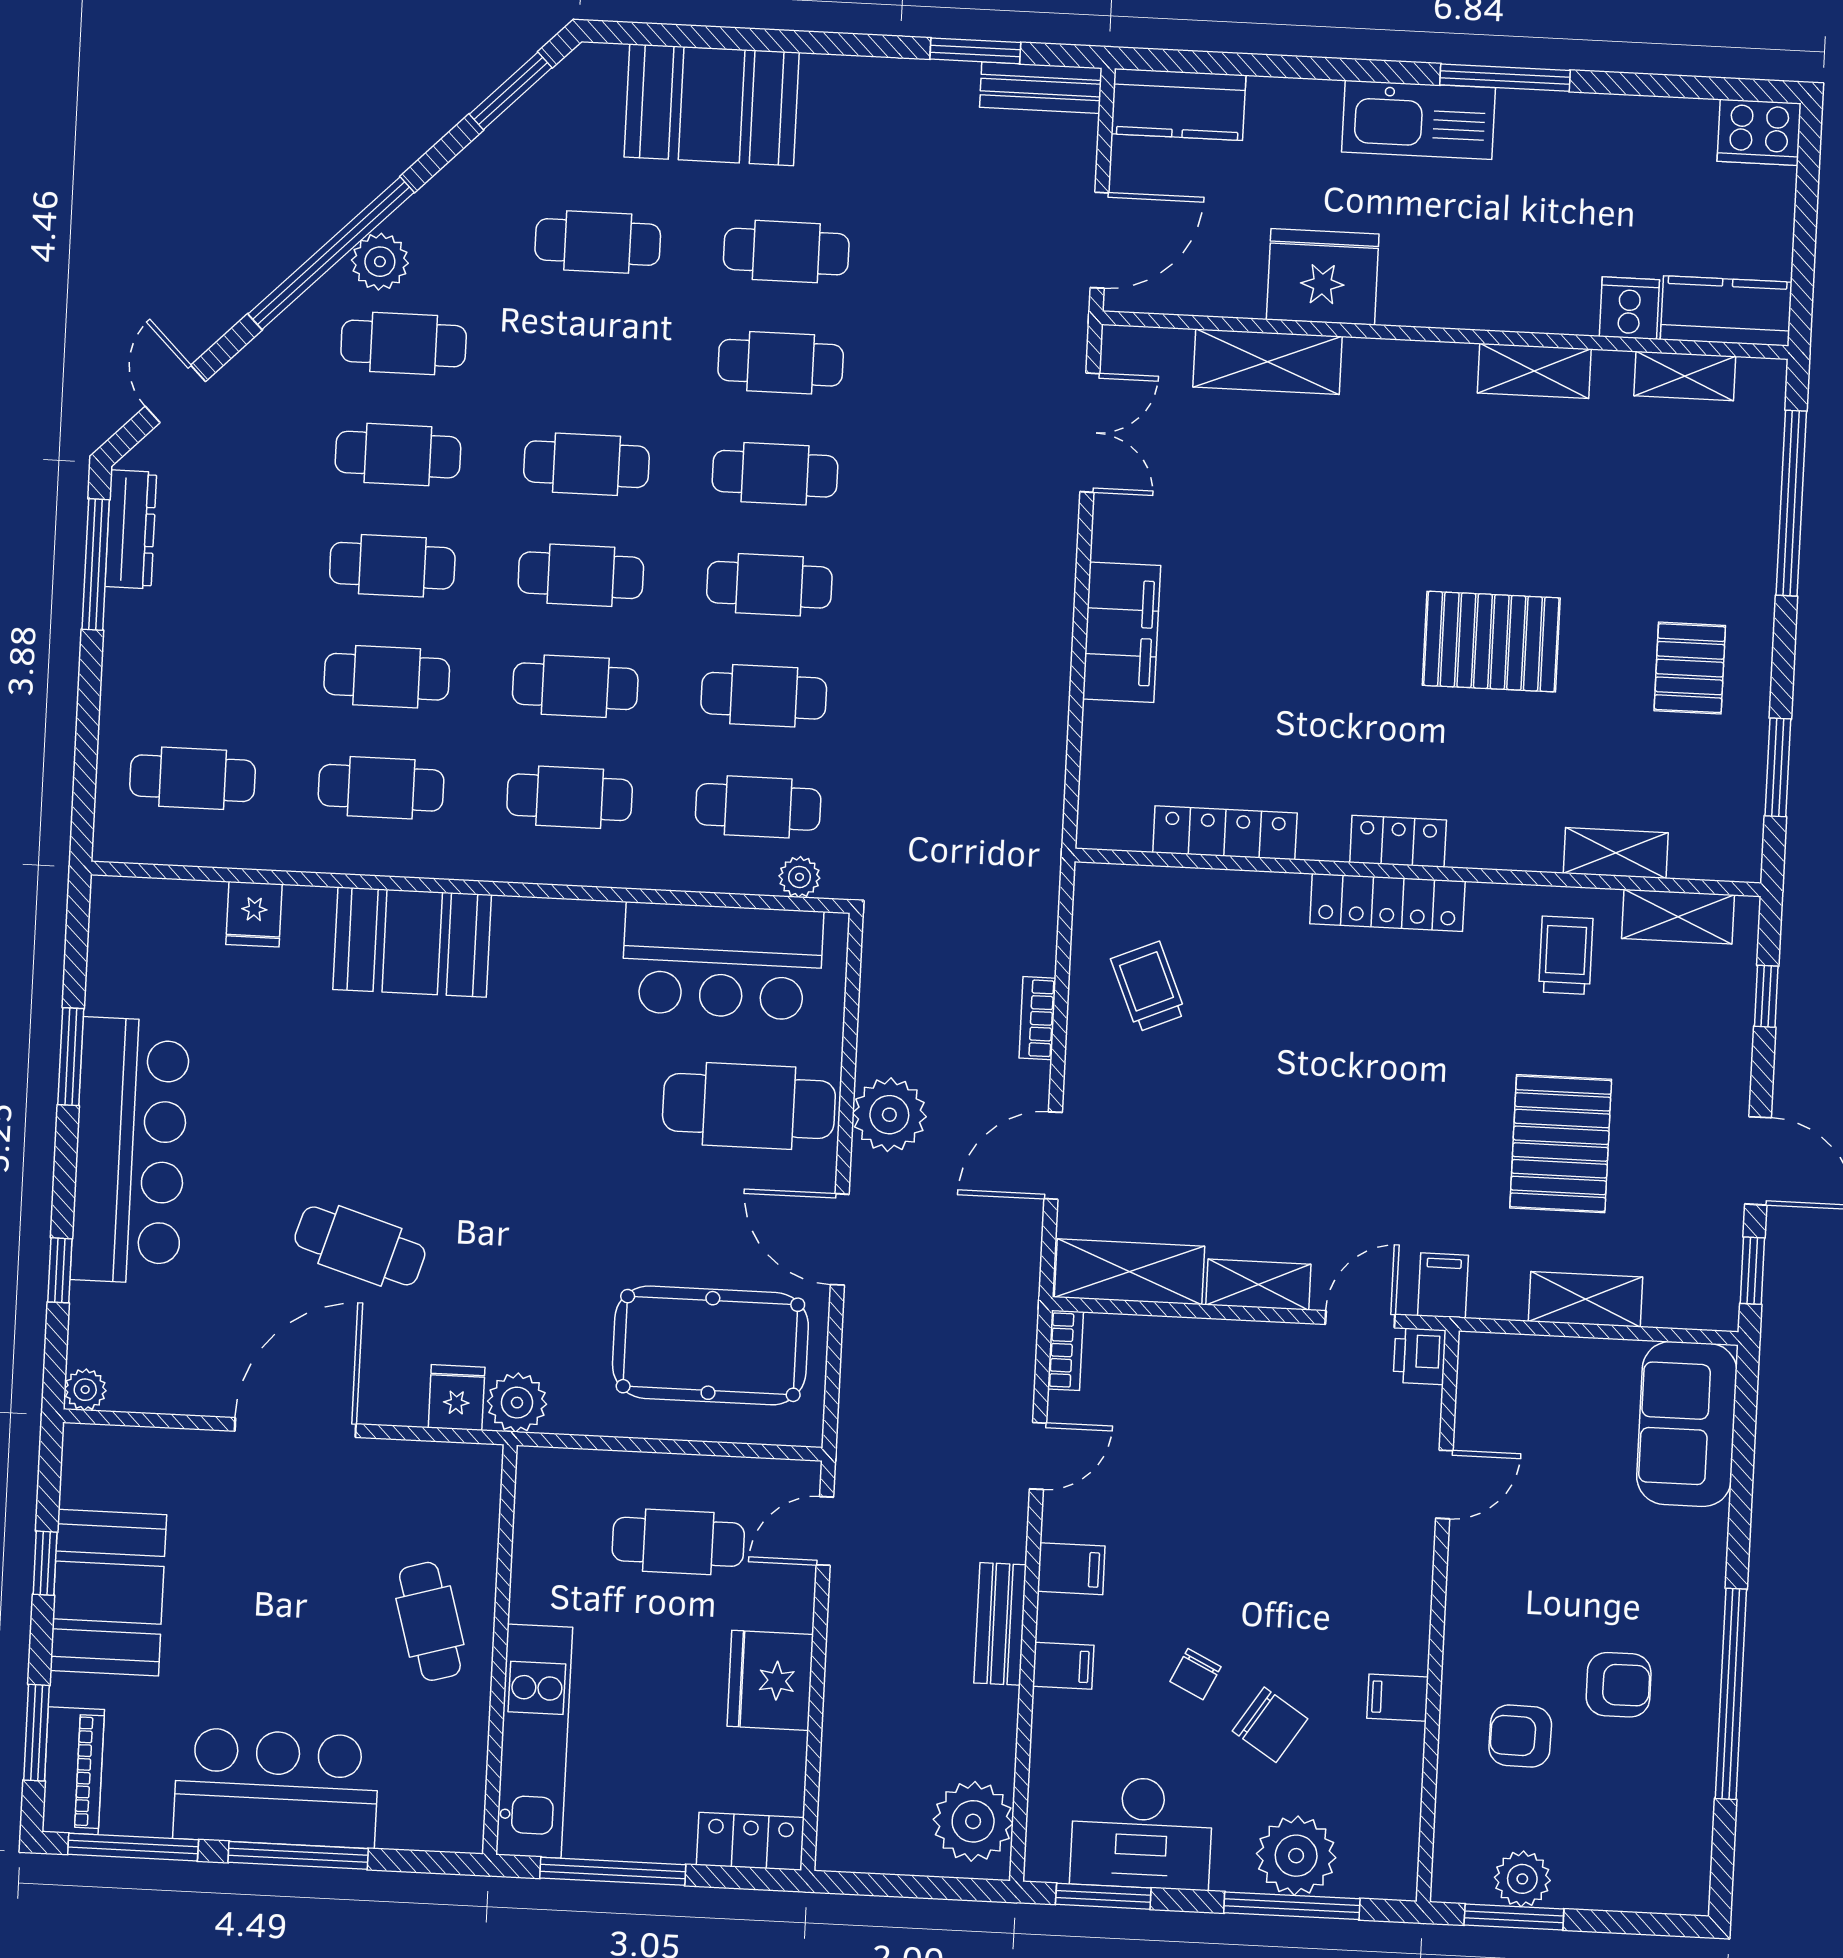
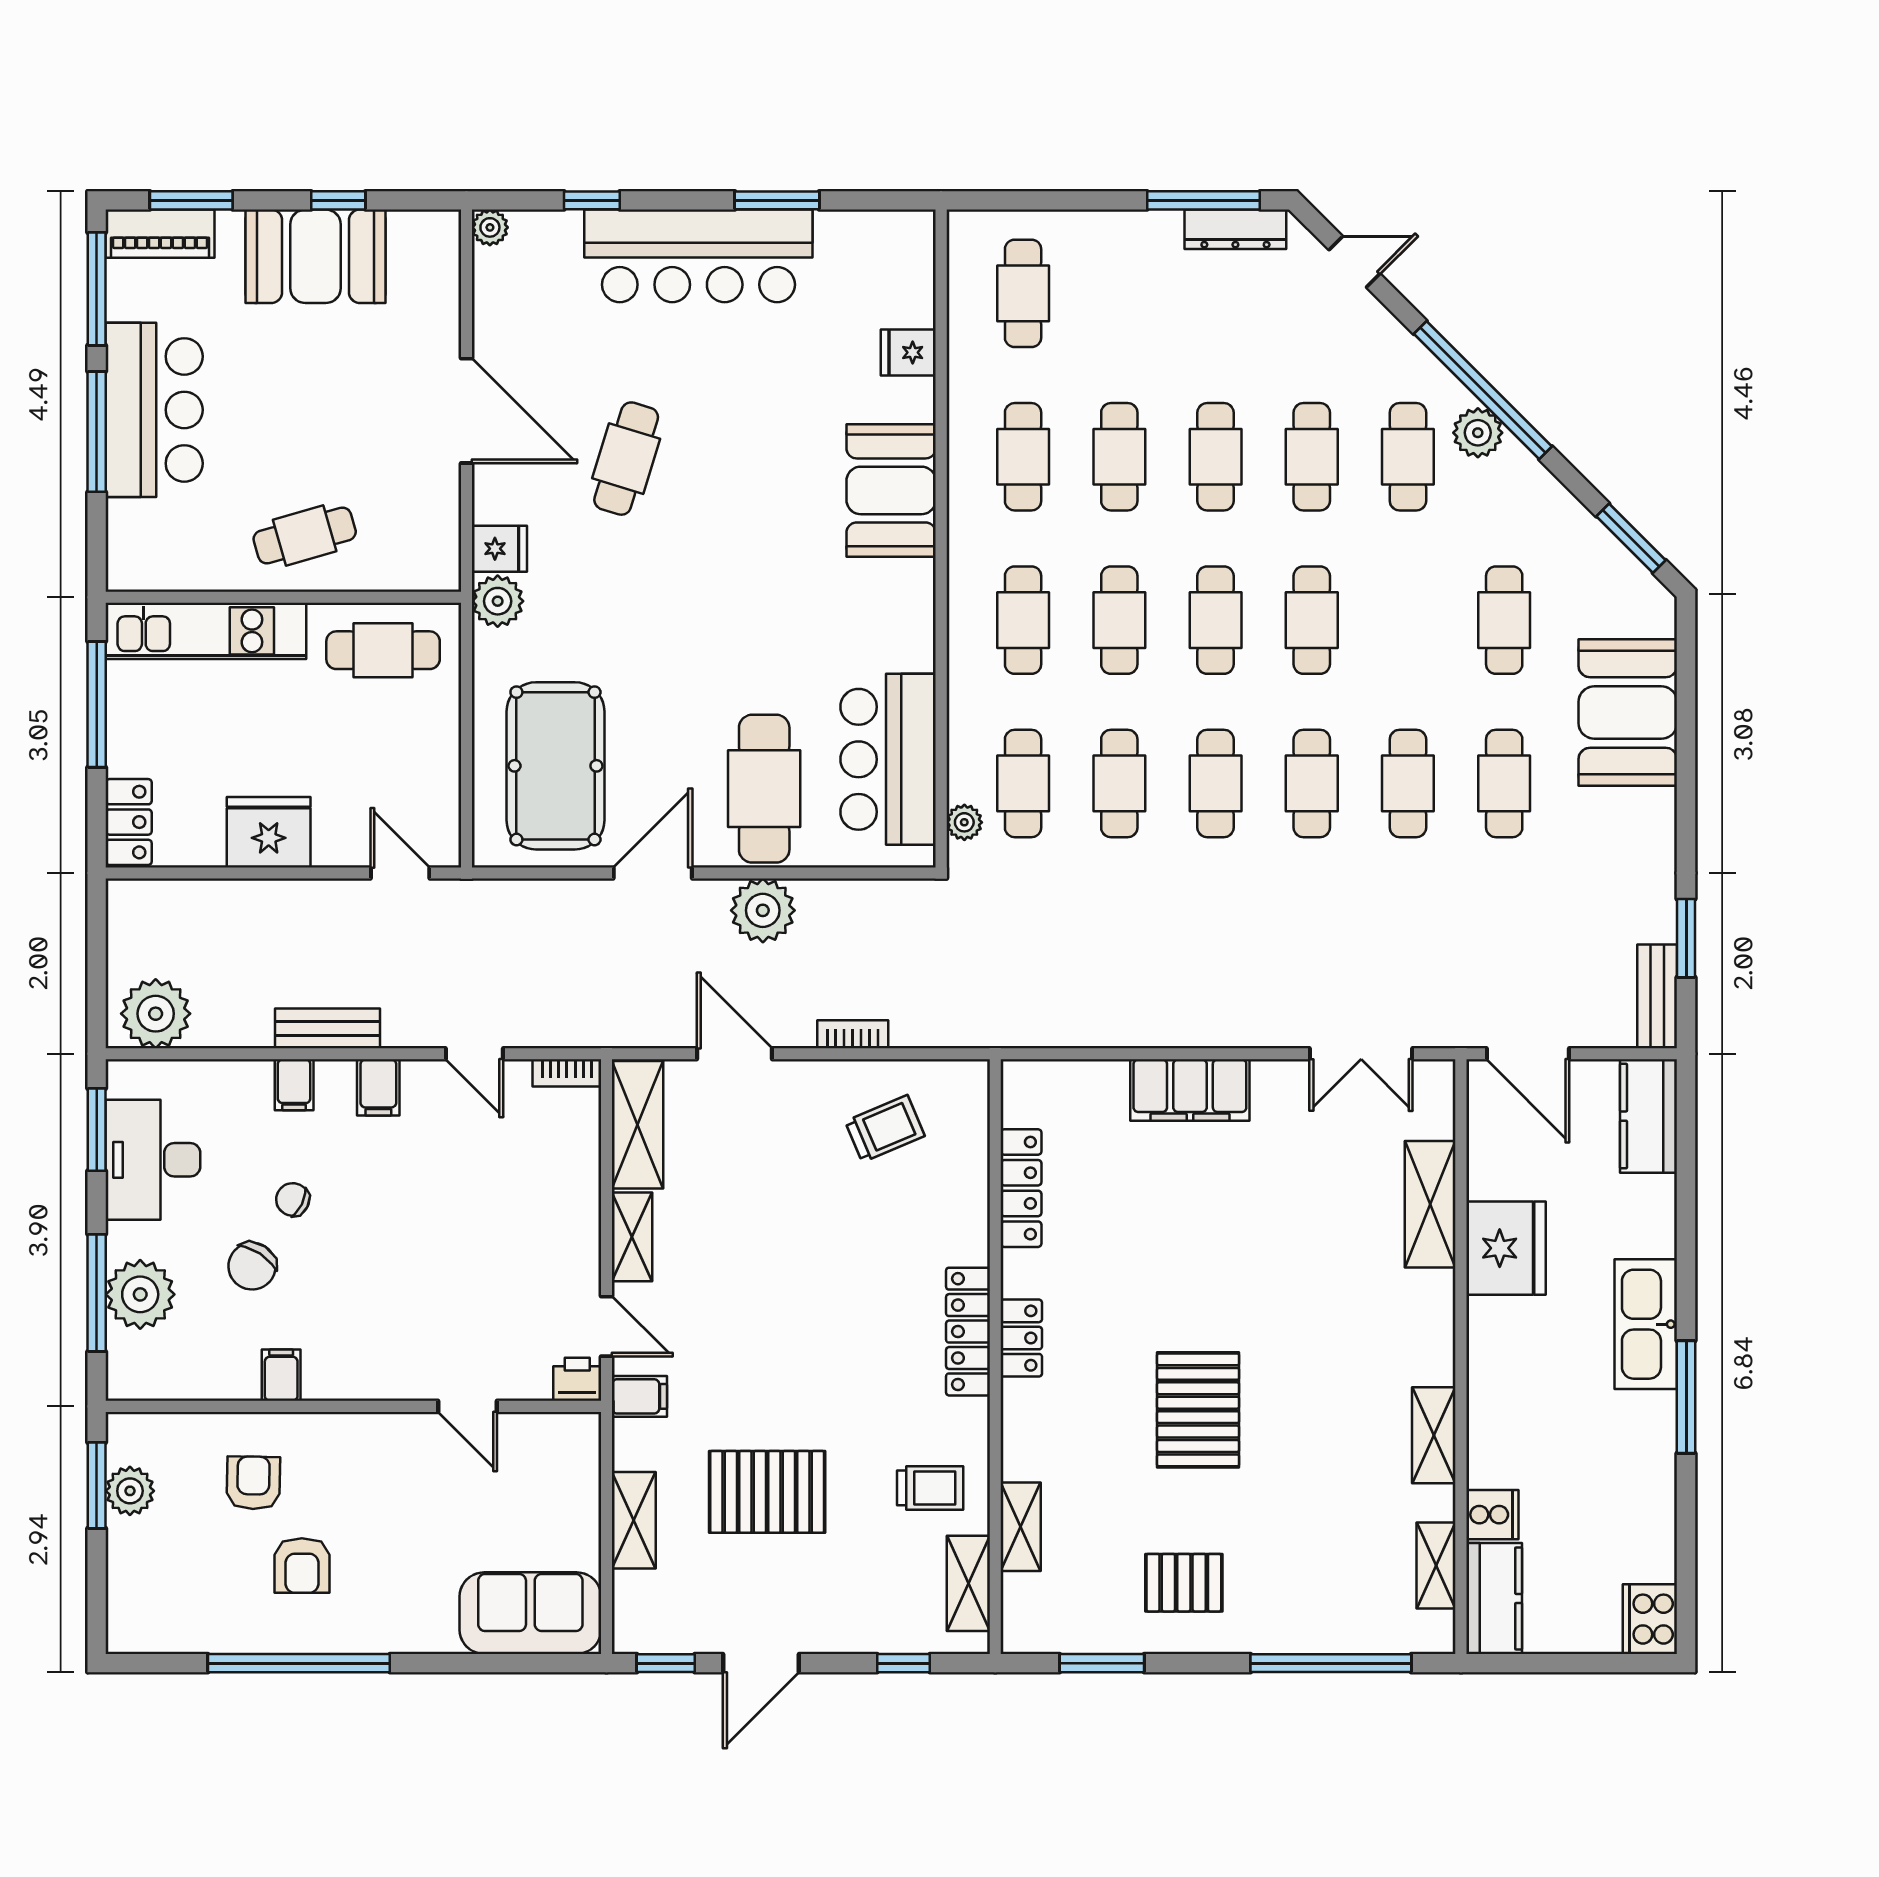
cafe table: (678, 1542) -> (383, 650), moved, turned 90

